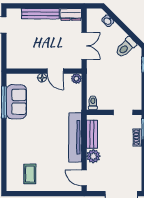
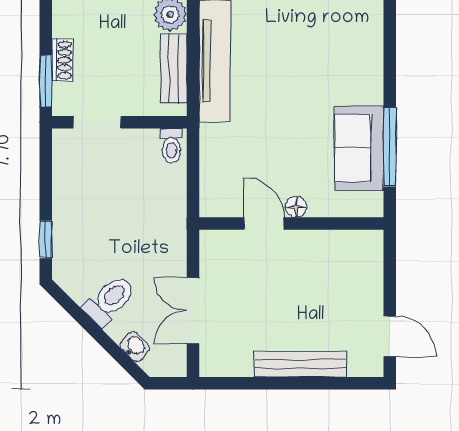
dresser: (71, 14) -> (225, 362), removed
double door: (84, 46) -> (193, 311), moved
toilet: (126, 47) -> (109, 300), moved
plant: (76, 79) -> (212, 205), removed

